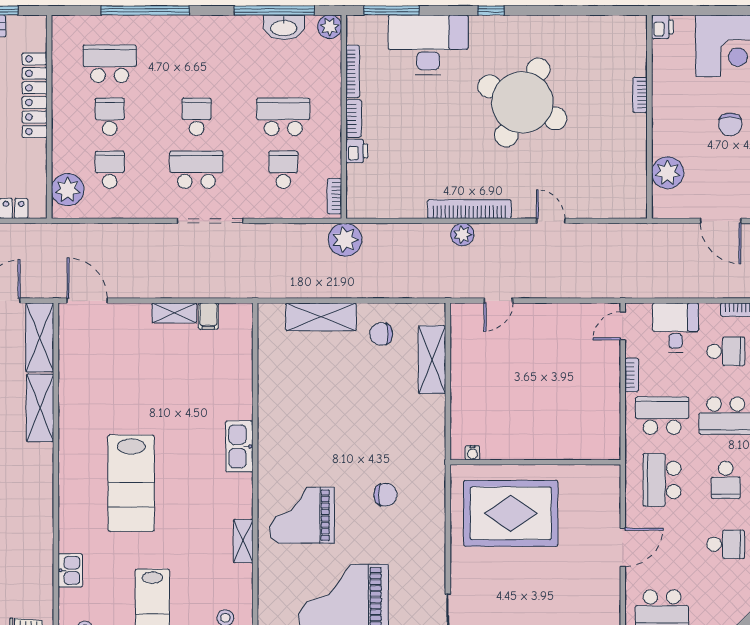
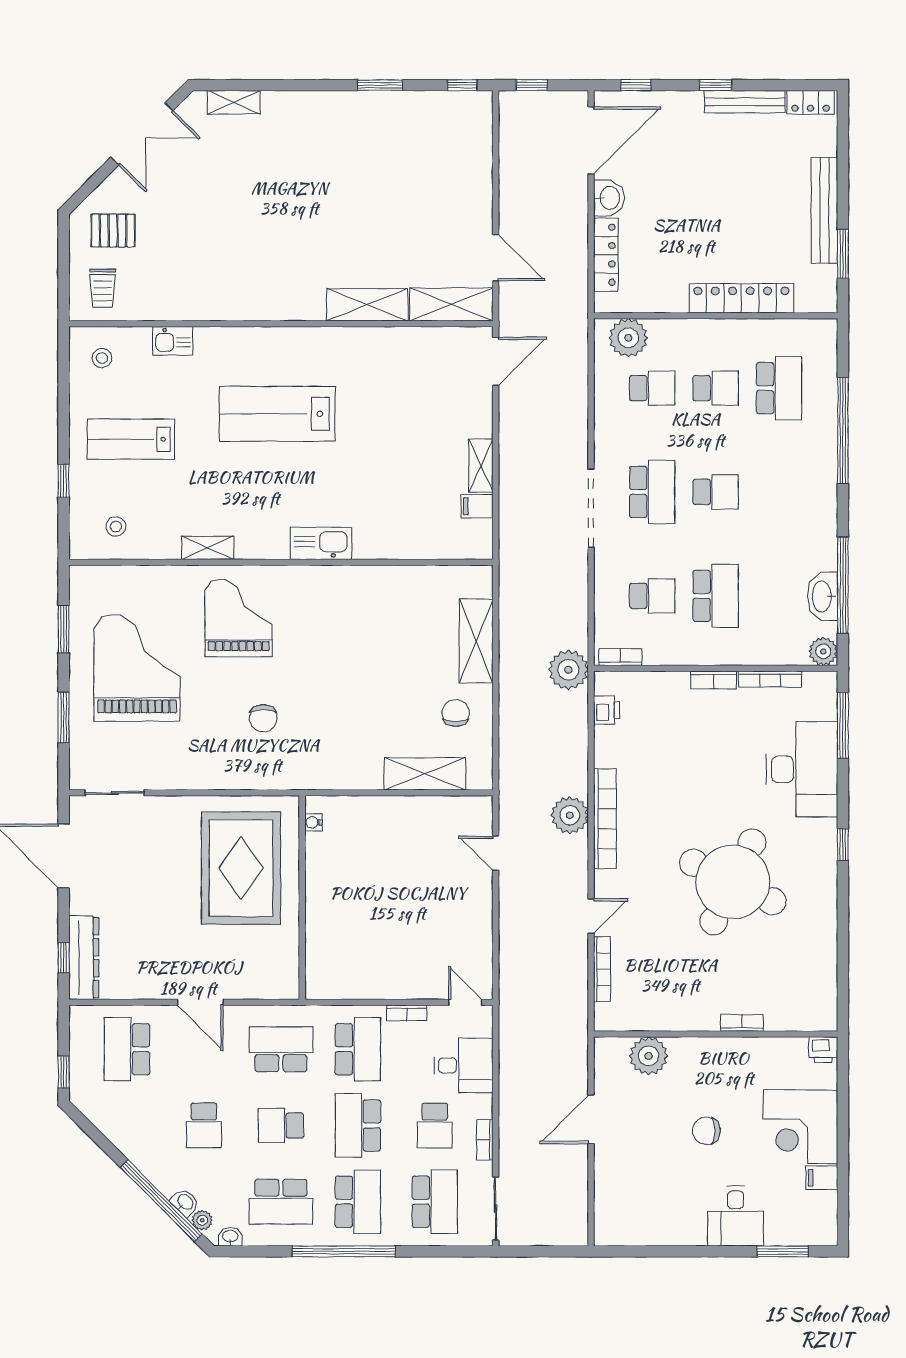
printer: (357, 151) -> (607, 710), moved, turned -90
bookcase: (595, 212) -> (602, 969), added
plant: (462, 234) -> (570, 815), width x1.36, depth x1.36

